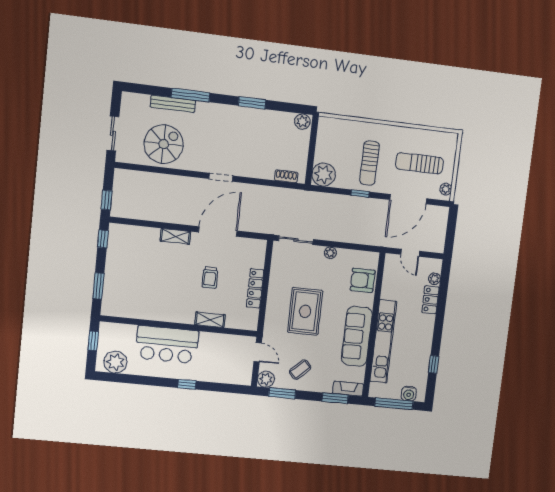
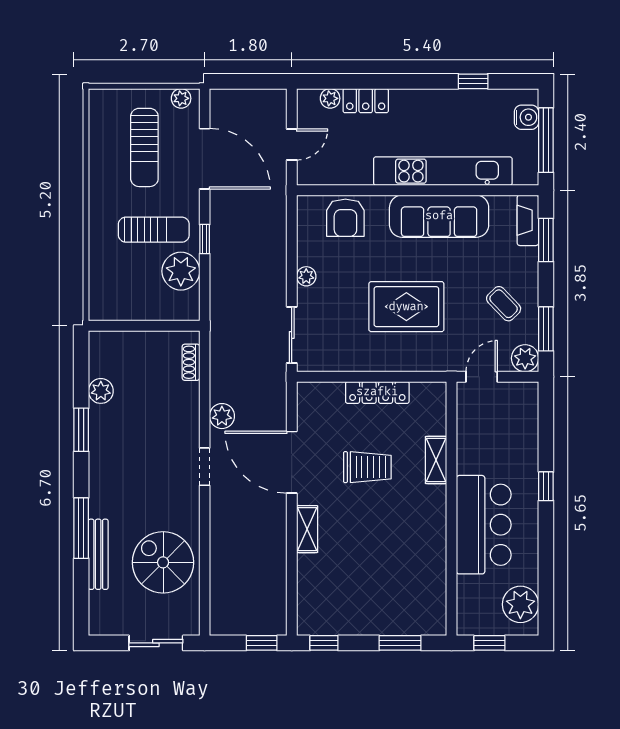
plant: (302, 122) -> (101, 391), moved
plant: (324, 174) -> (181, 271), moved
plant: (251, 192) -> (222, 416), added
trolley: (210, 278) -> (367, 467), width x1.36, depth x1.39

